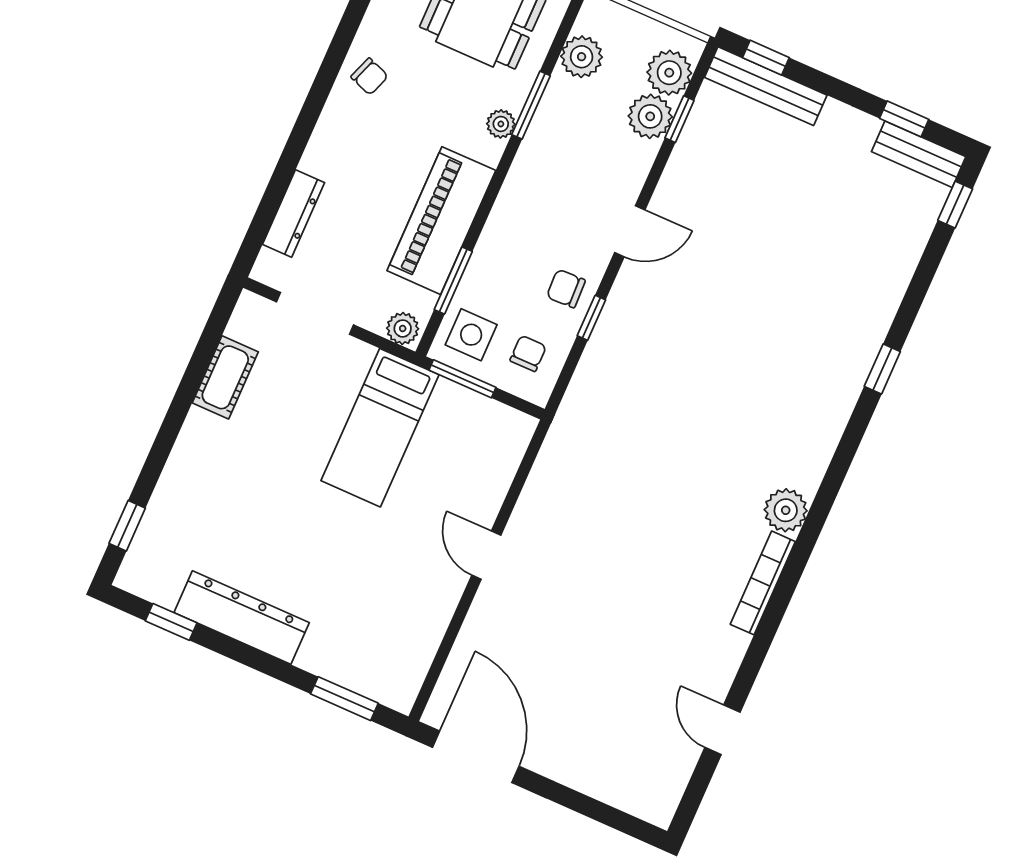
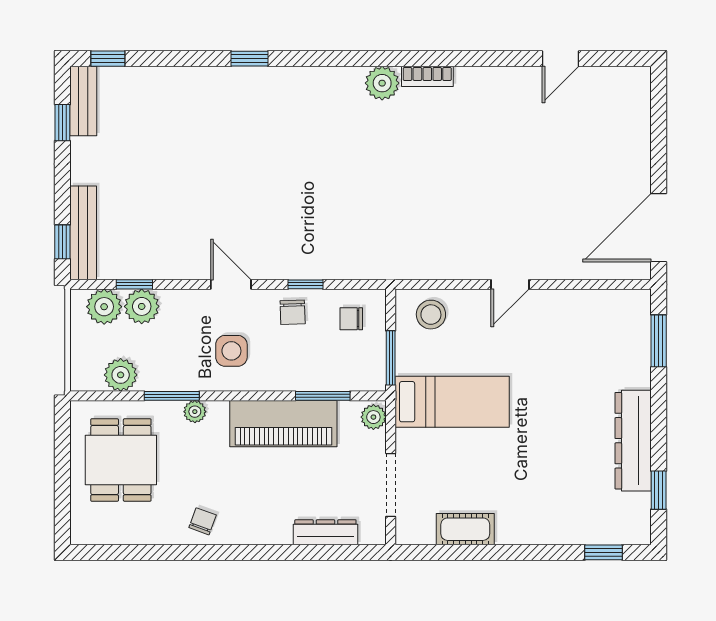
side table: (471, 335) -> (231, 351), moved
stool: (492, 448) -> (431, 315), added
bookcase: (763, 583) -> (427, 76), width x0.64

